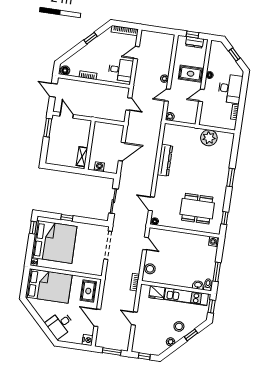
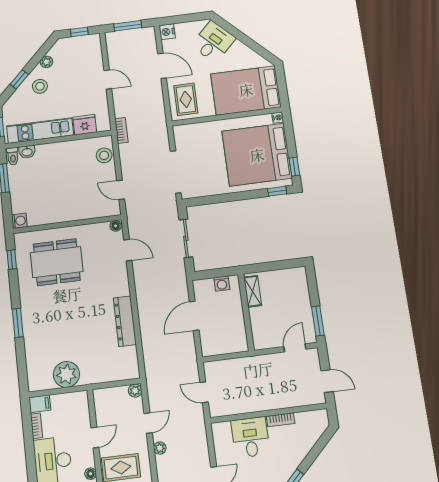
floor lamp: (65, 70) -> (319, 417), removed
desk: (121, 70) -> (250, 437), moved, turned 90
door: (67, 115) -> (295, 348), swing flipped
filing cabinet: (229, 125) -> (40, 404), added
window: (67, 218) -> (277, 191), moved

